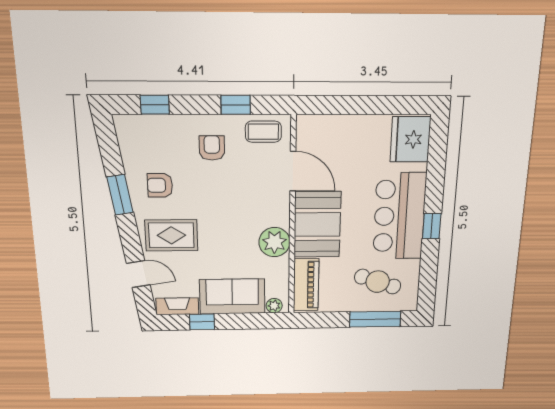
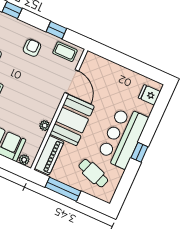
fridge: (410, 139) -> (149, 95), width x0.53, depth x0.75
plant: (274, 242) -> (45, 126), width x0.53, depth x0.53
window: (375, 319) -> (63, 189), moved

